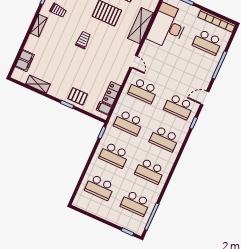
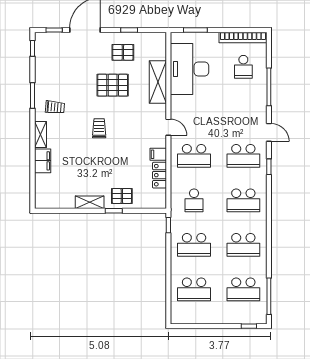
school desk: (207, 42) -> (243, 67), width x0.54
filing cabinet: (25, 61) -> (43, 161), moved
shelving: (38, 84) -> (90, 202), moved
door: (205, 98) -> (269, 132), swing flipped
filing cabinet: (104, 108) -> (158, 154), moved
school desk: (128, 123) -> (194, 200), width x0.54

